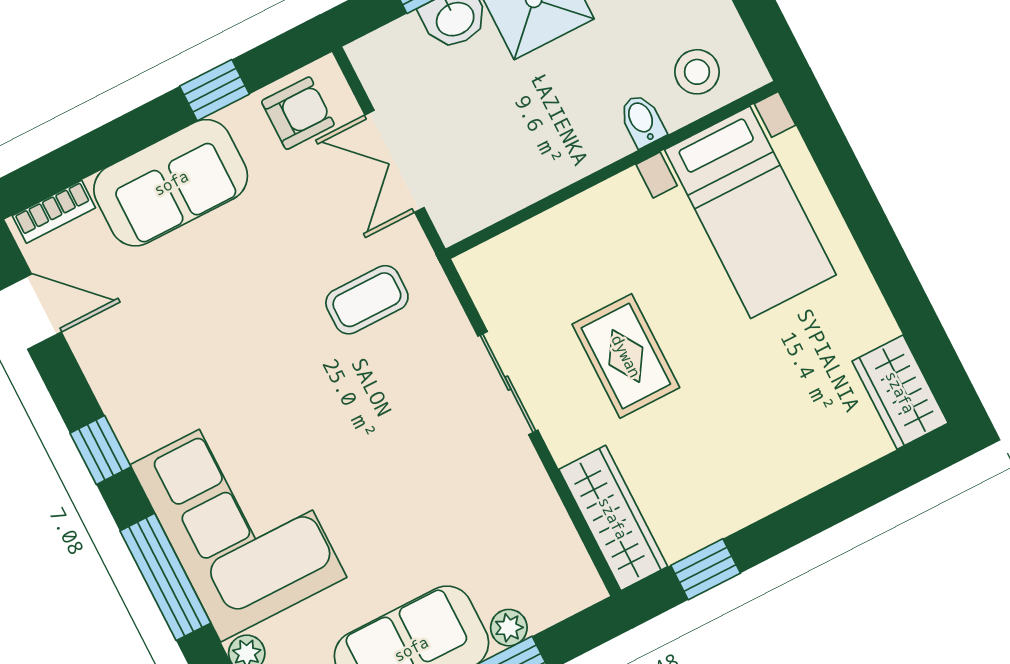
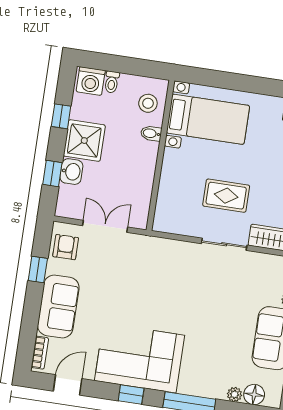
double door: (394, 161) -> (105, 226), swing flipped
coffee table: (367, 300) -> (145, 269), removed
sliding door: (508, 383) -> (224, 244), moved
corner sofa: (238, 521) -> (140, 358), moved

